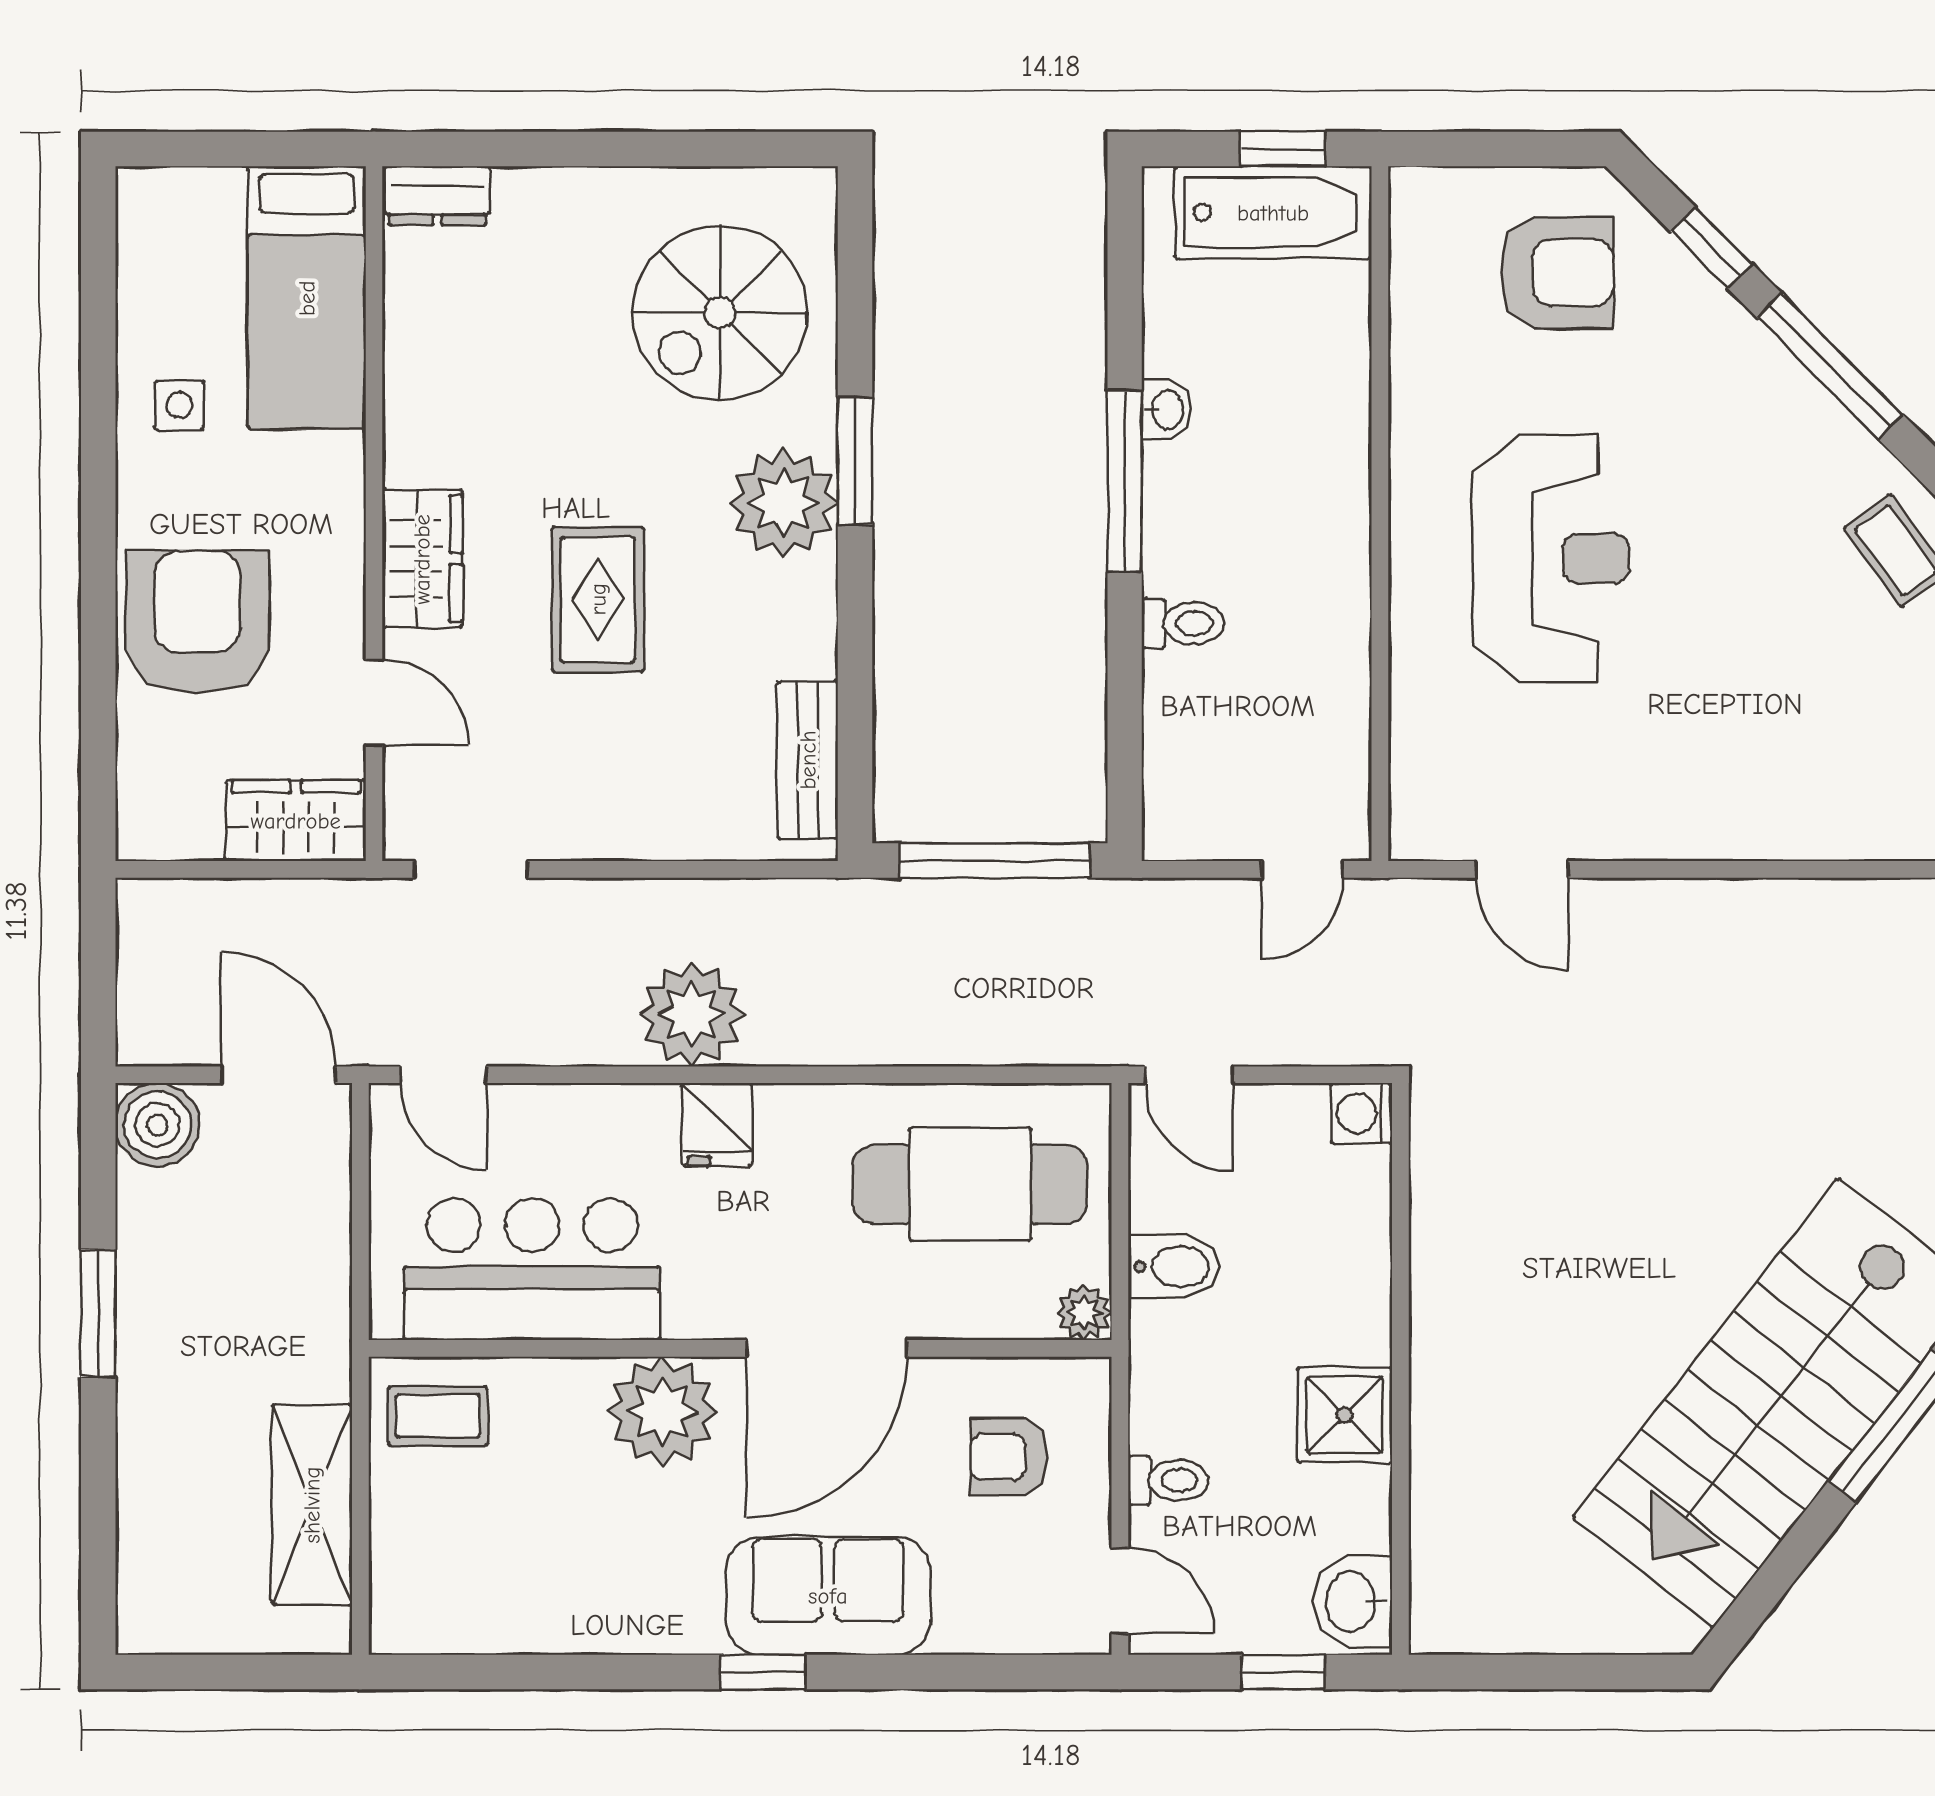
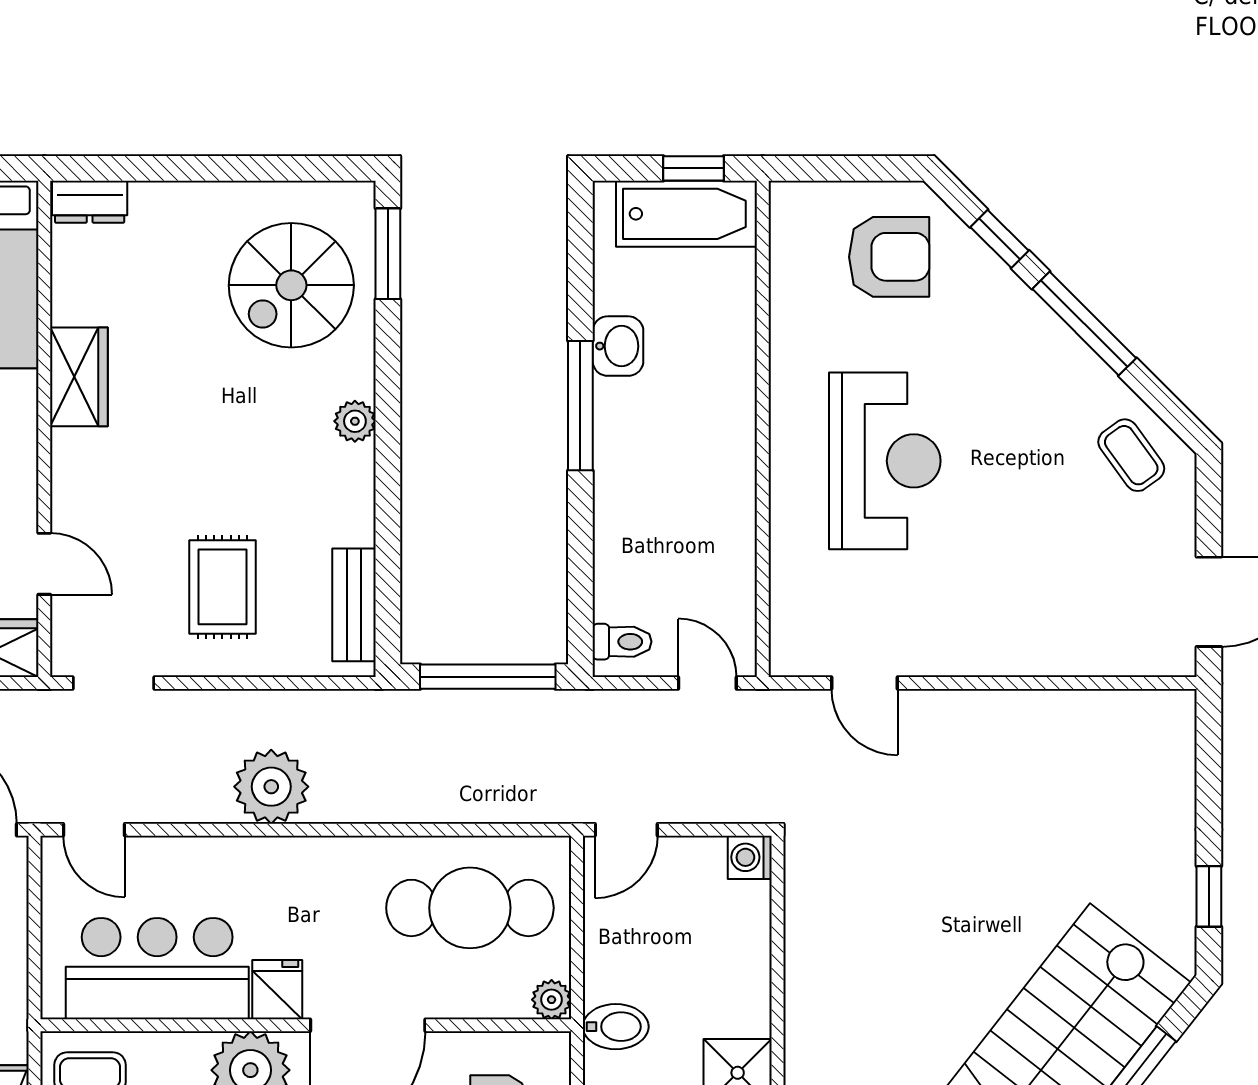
washbasin: (1166, 409) -> (618, 346), width x1.38, depth x1.45
window: (855, 461) -> (388, 254), moved
plant: (783, 503) -> (355, 421), width x0.53, depth x0.53
wardrobe: (422, 559) -> (79, 377), moved
rug: (598, 599) -> (222, 587), moved
toilet: (1183, 624) -> (622, 642), moved
door: (1302, 869) -> (707, 683), swing flipped
door: (1189, 1075) -> (626, 830), hinge flipped
fridge: (717, 1124) -> (277, 990), moved, turned 180
bidet: (1174, 1267) -> (616, 1027), moved

